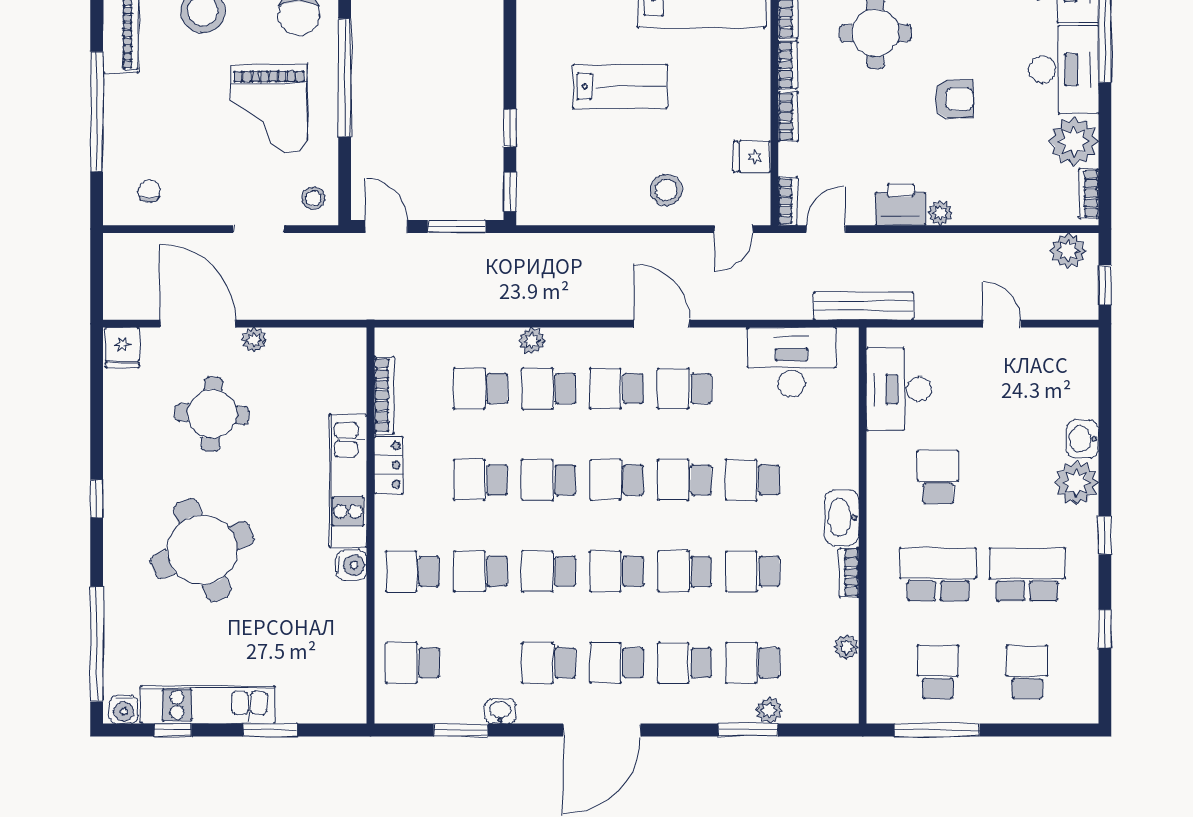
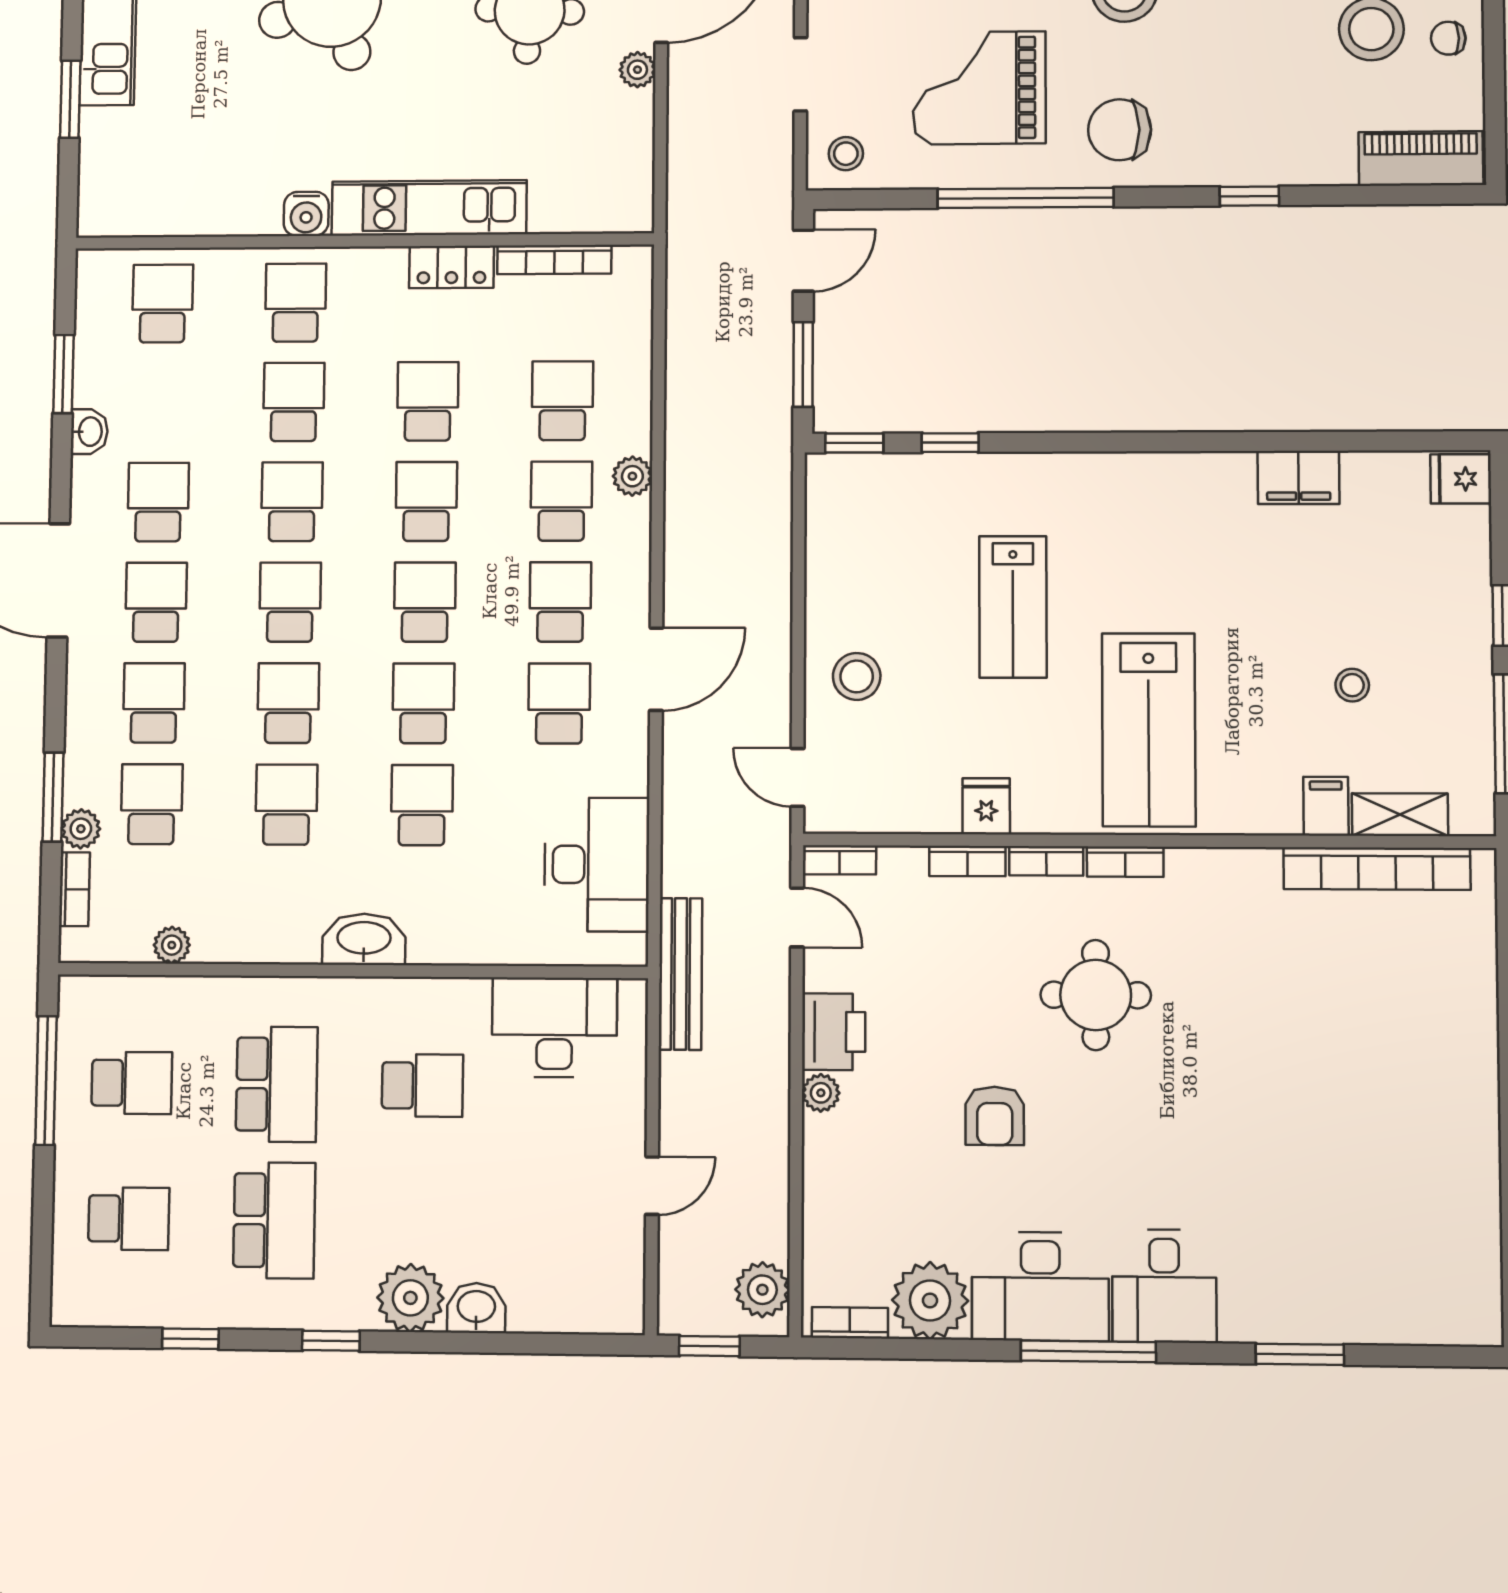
fridge: (752, 157) -> (986, 806), moved
bookcase: (849, 572) -> (74, 889), moved, turned 90

